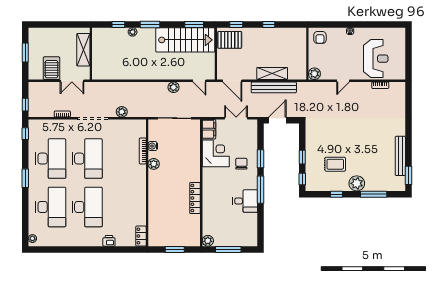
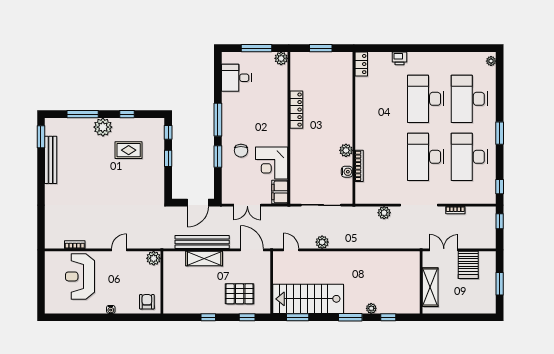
pallet: (230, 40) -> (240, 294), moved
desk: (245, 201) -> (236, 78), moved

